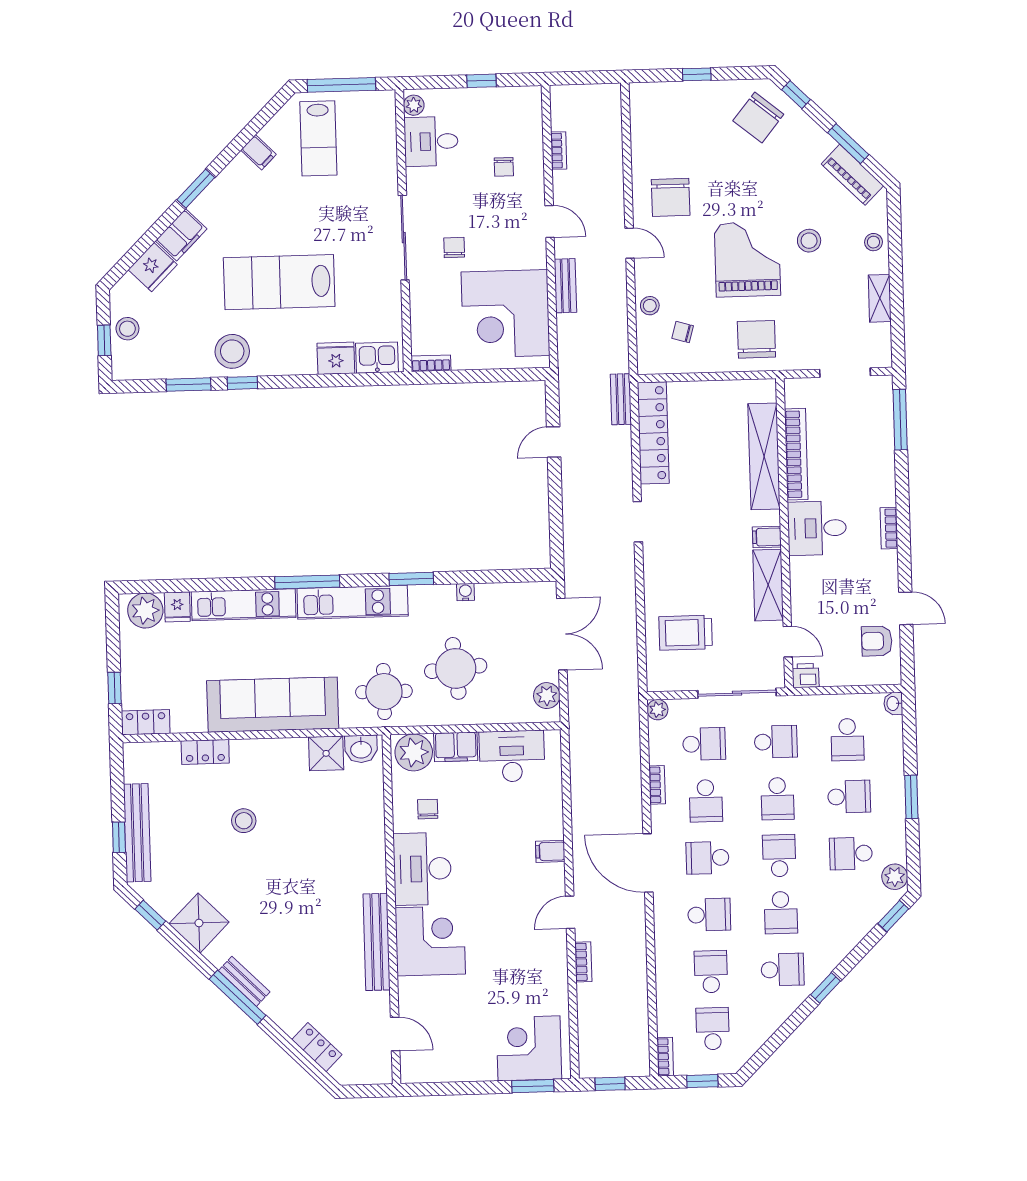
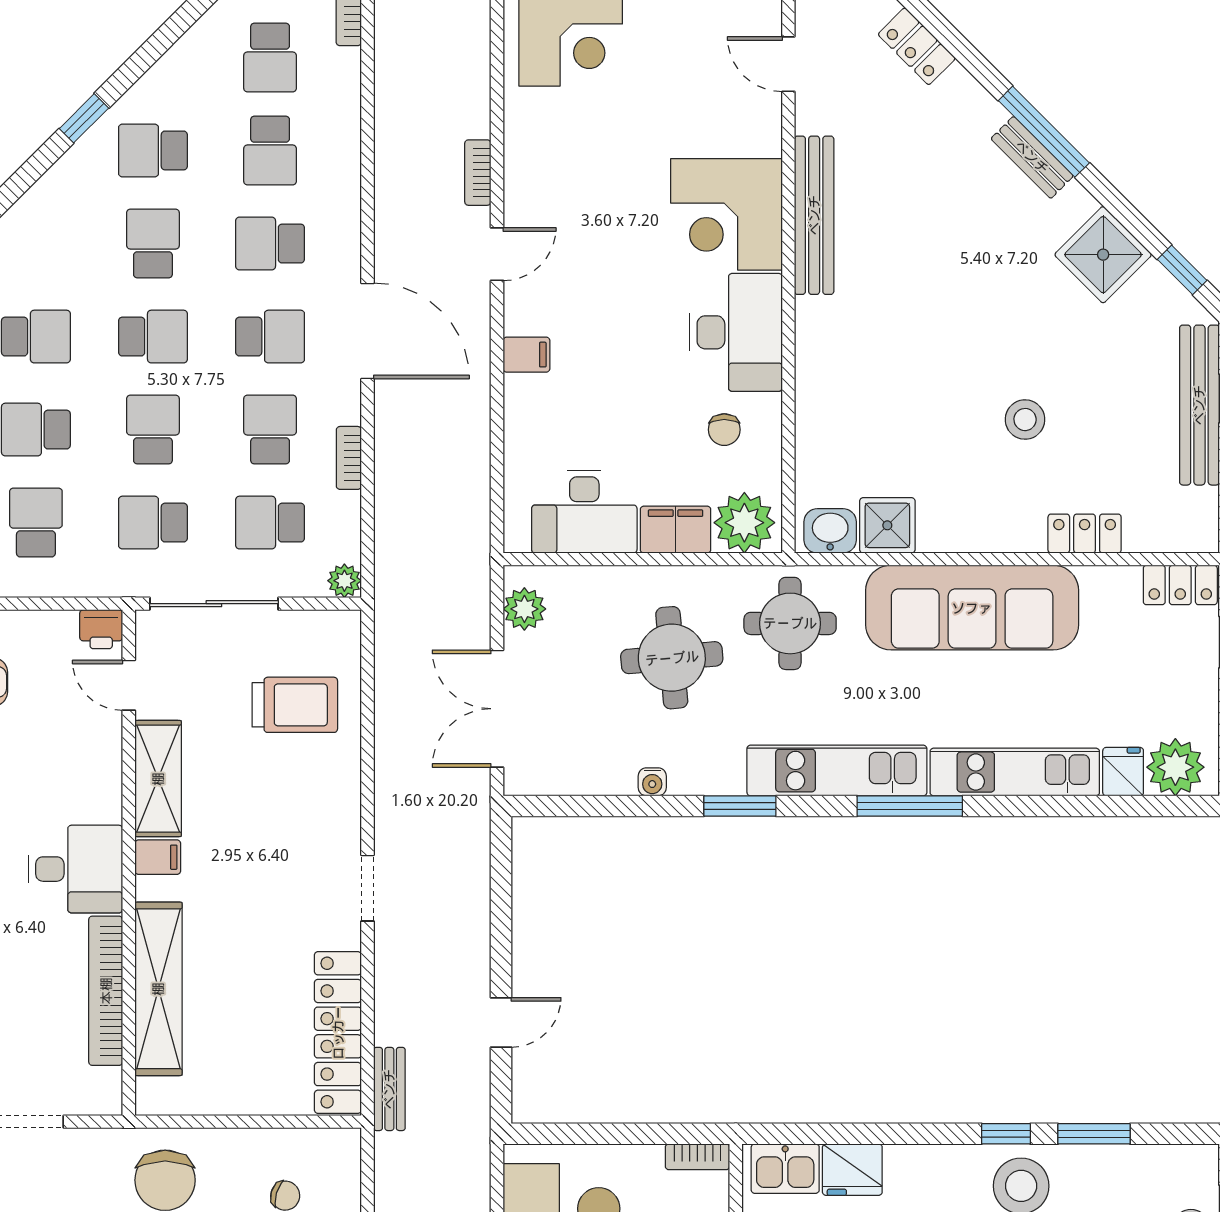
school desk: (779, 856) -> (153, 337), turned -90

